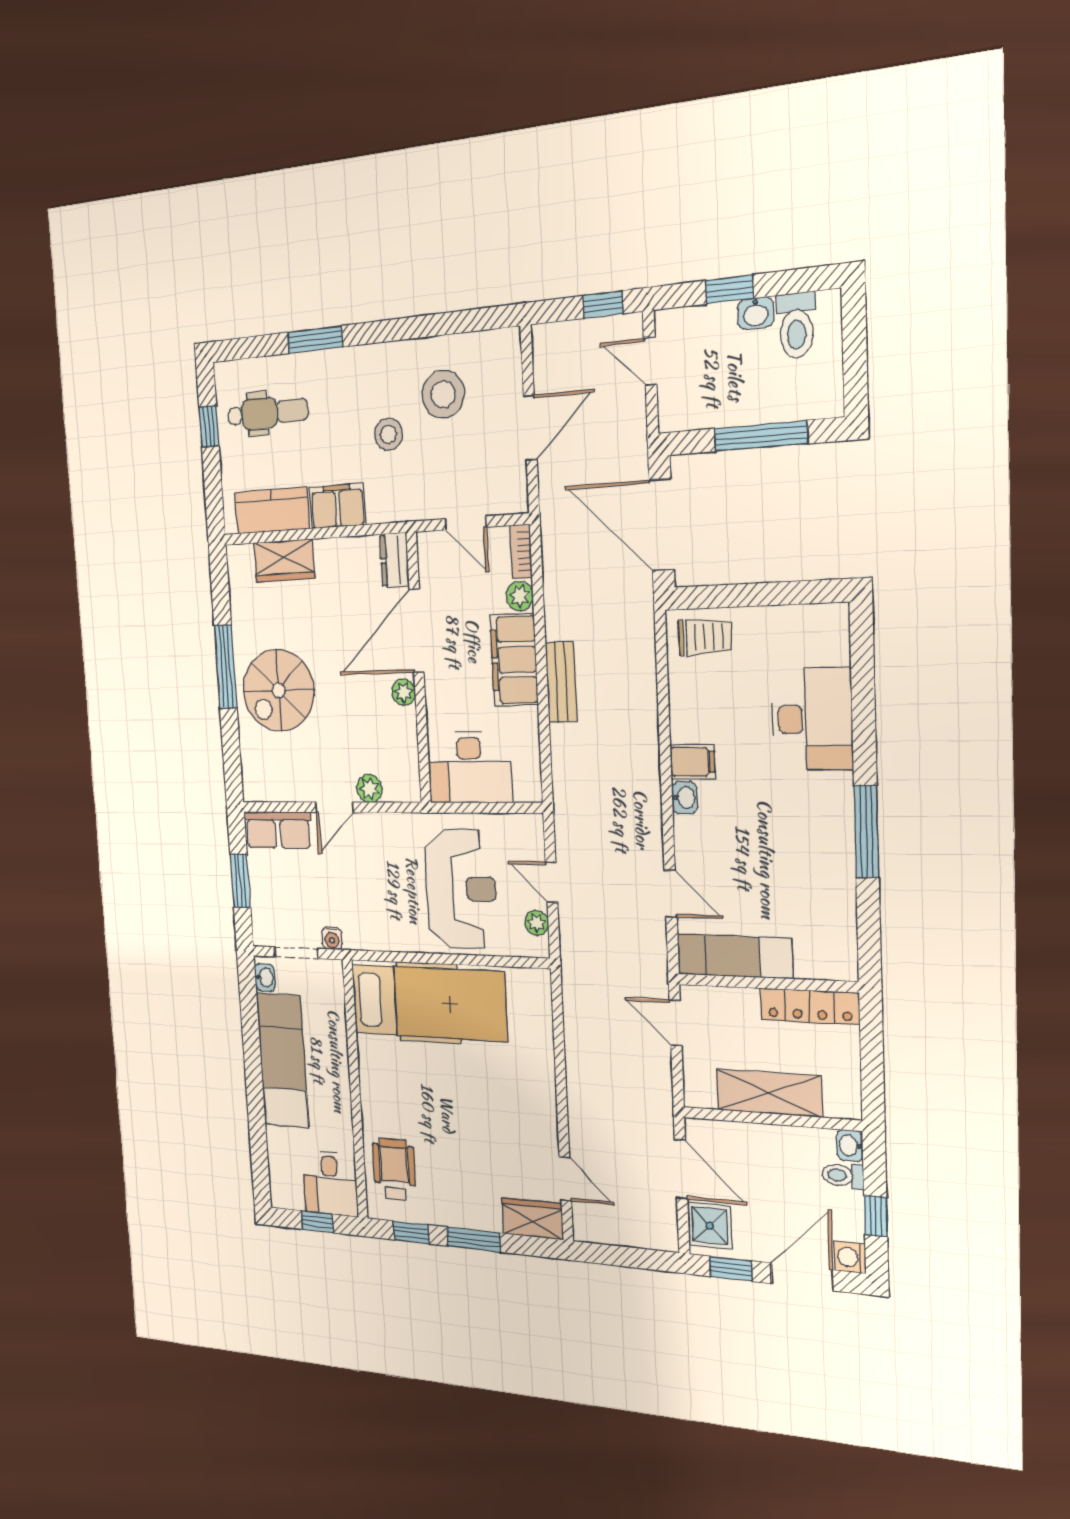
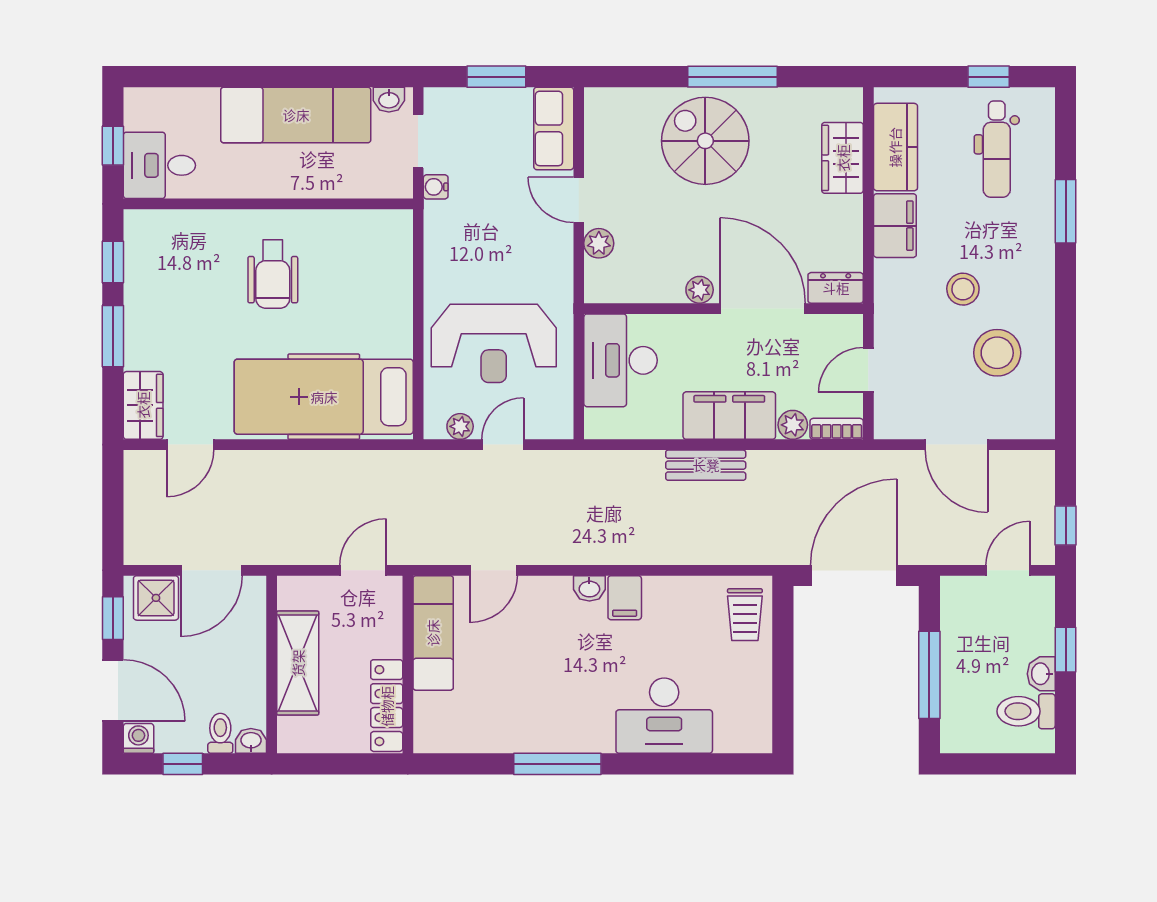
hospital bed: (429, 1003) -> (324, 397), moved, turned 90
wheelchair: (394, 1169) -> (273, 274), moved, turned 90

